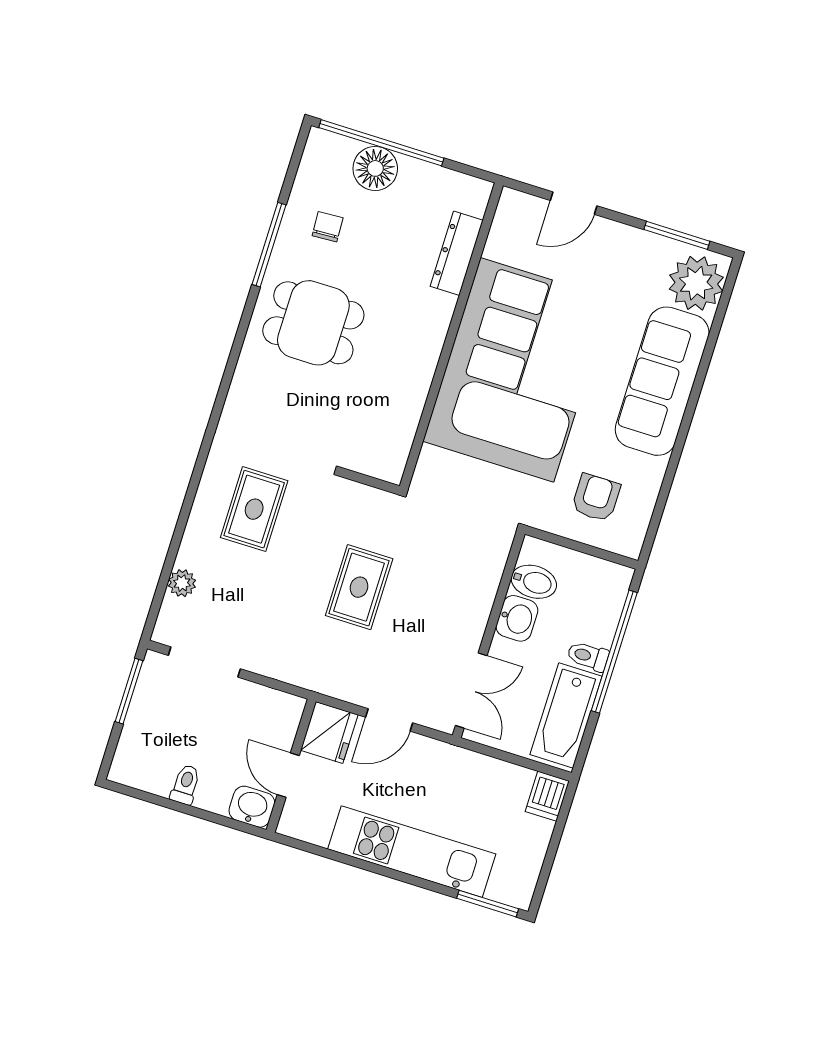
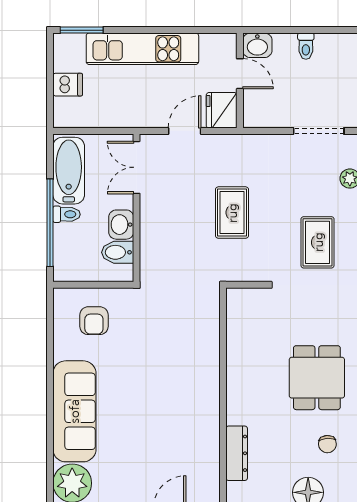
dining table: (313, 323) -> (317, 378), turned 90
corner sofa: (517, 370) -> (173, 389), removed
dishwasher: (547, 796) -> (68, 85), moved, turned 90

